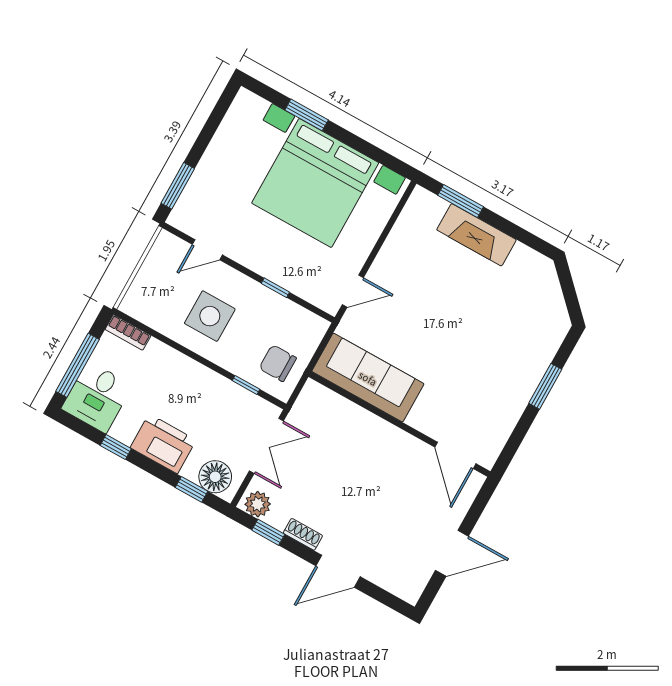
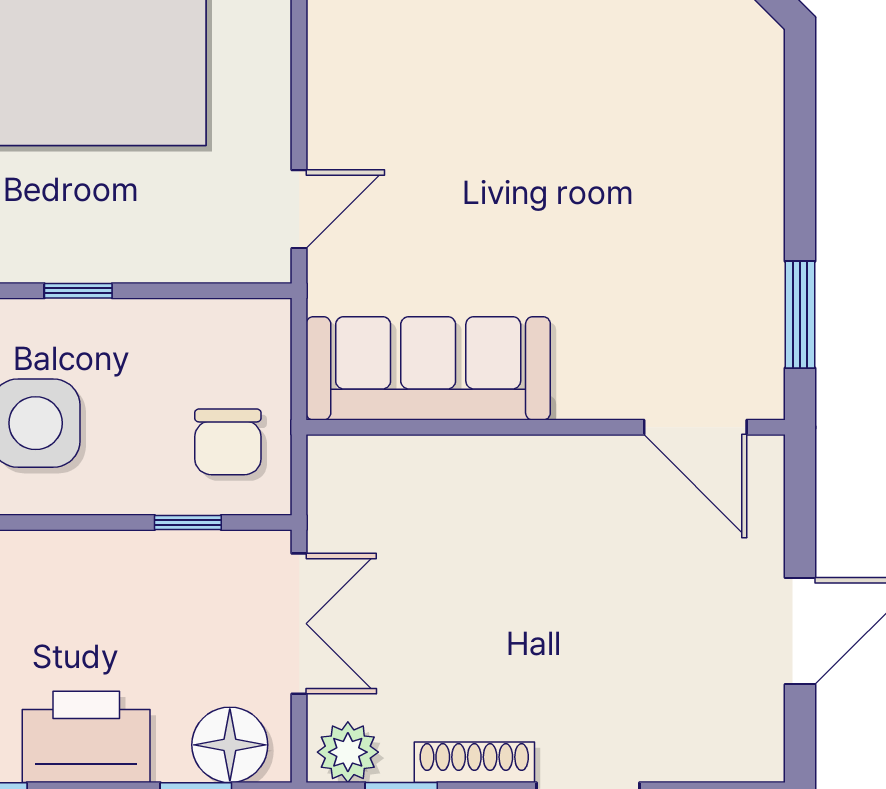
window: (275, 288) -> (78, 291), moved
chair: (278, 363) -> (228, 442), turned -90
window: (545, 386) -> (800, 315), moved
shoe rack: (303, 534) -> (474, 762), width x1.43

